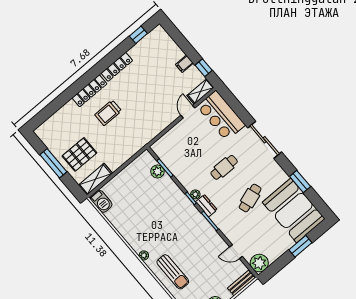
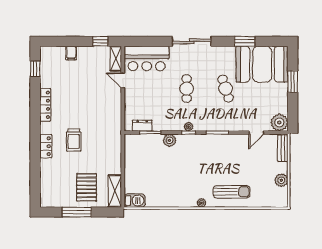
filing cabinet: (184, 64) -> (71, 53), moved
locker: (89, 91) -> (46, 146), width x0.66
plant: (157, 171) -> (169, 140), moved
dresser: (206, 206) -> (142, 126), moved

